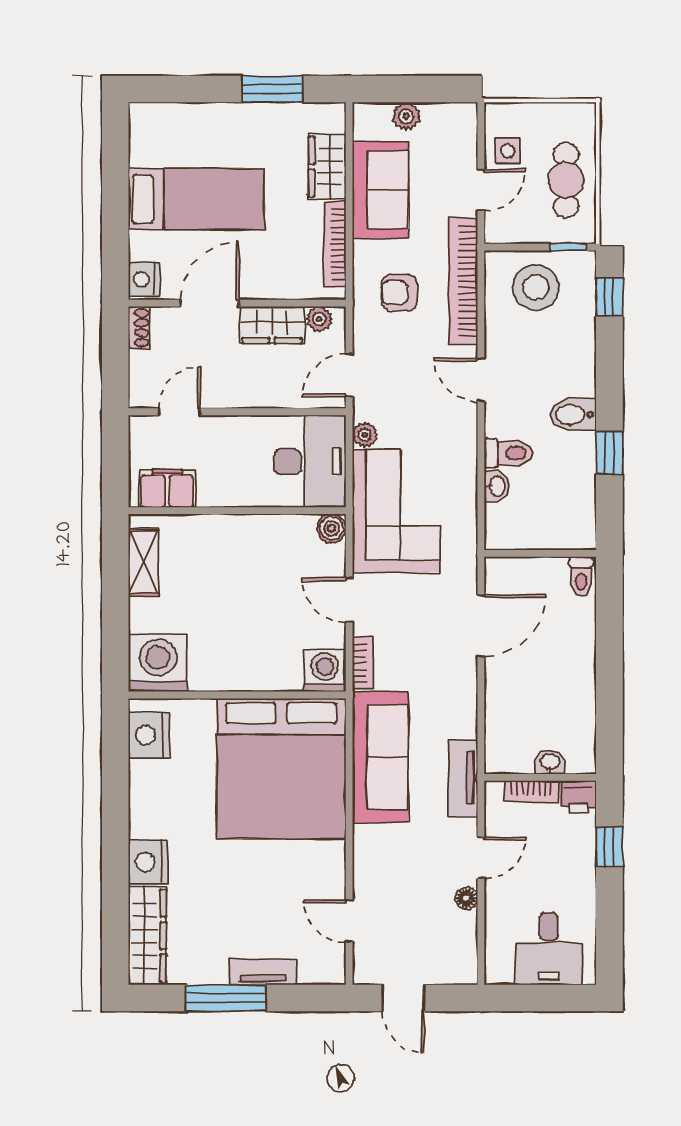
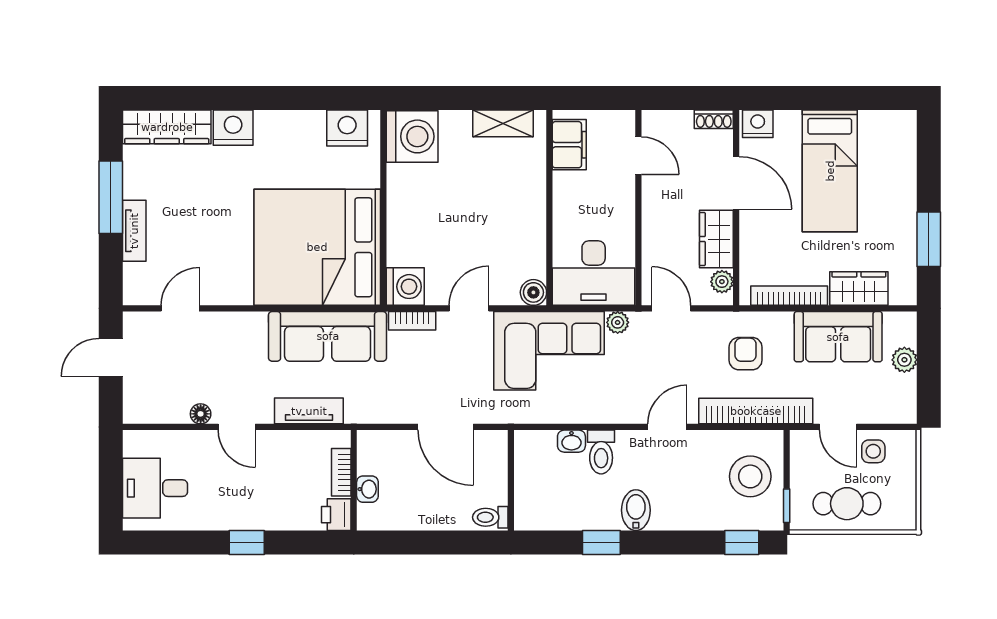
washbasin: (550, 762) -> (367, 489), moved
wall: (540, 777) -> (354, 480), moved
bookcase: (531, 791) -> (341, 472), moved
printer: (578, 797) -> (336, 515), moved

